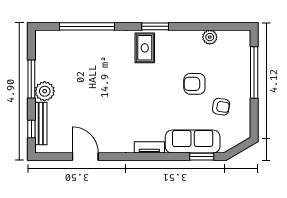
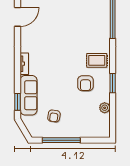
window: (155, 26) -> (113, 83), moved
window: (254, 72) -> (61, 140), moved
armchair: (194, 84) -> (85, 83), moved, turned 180

